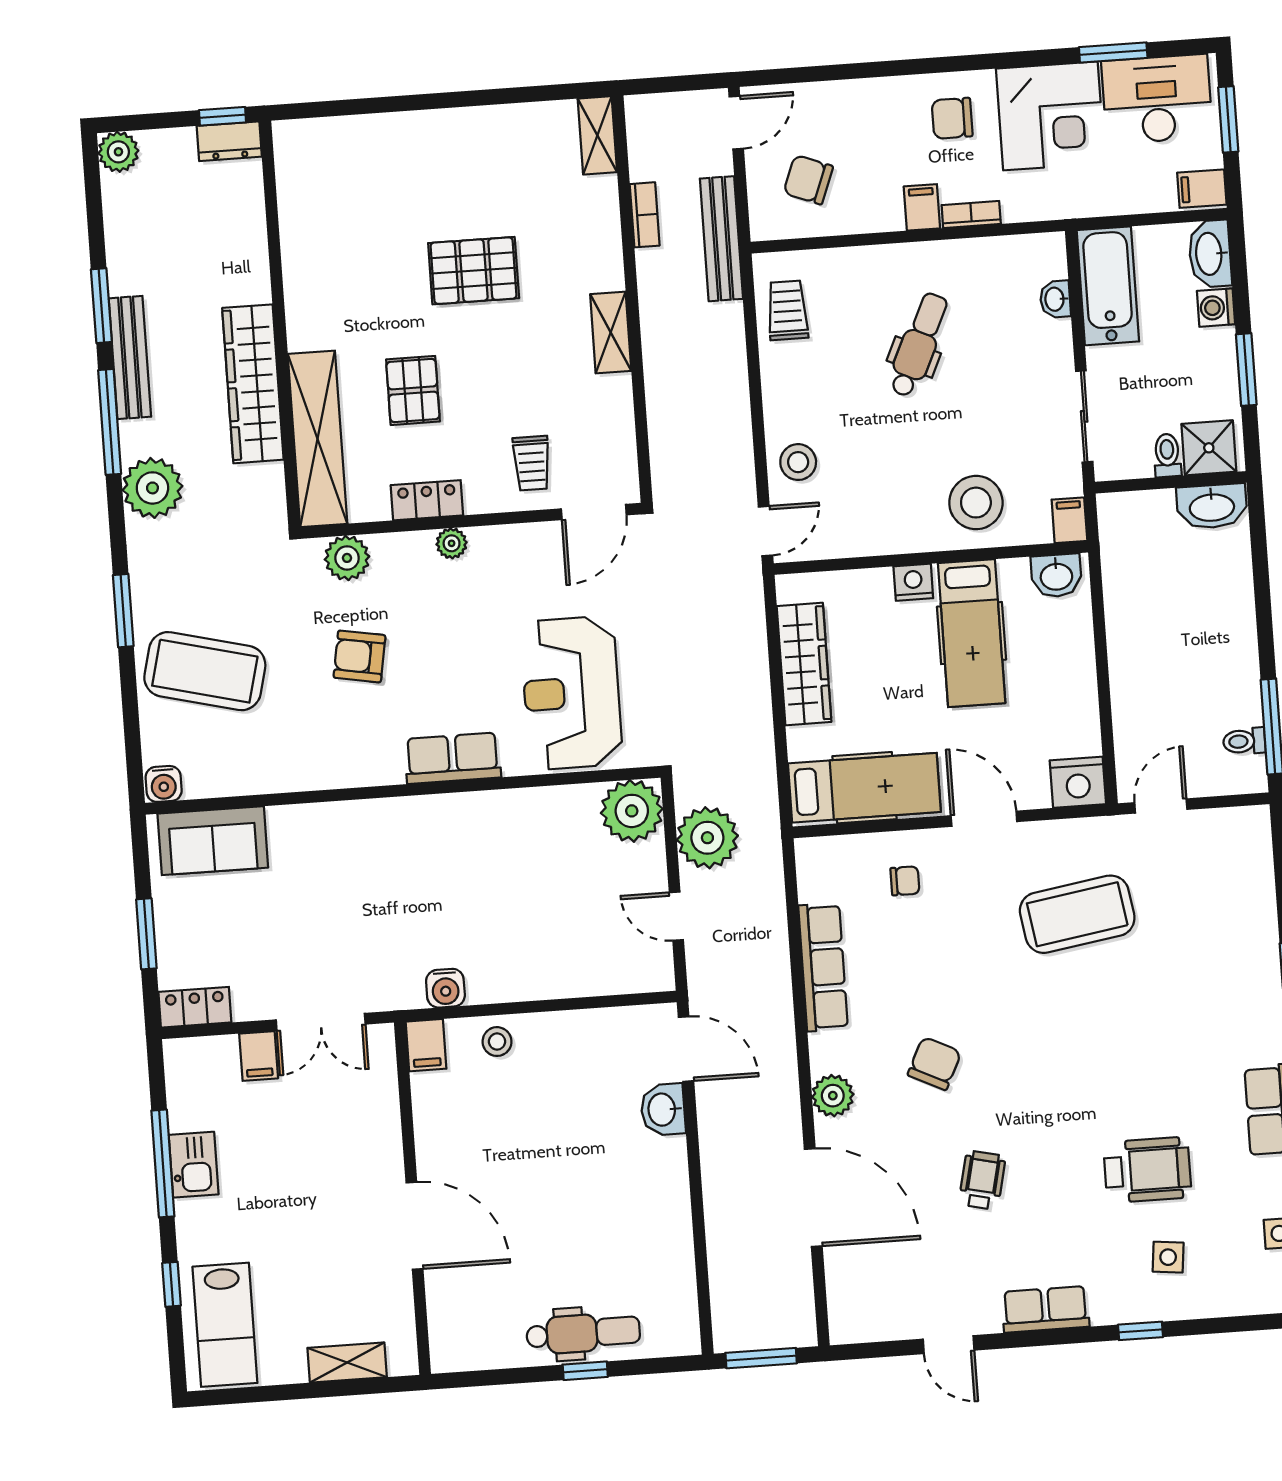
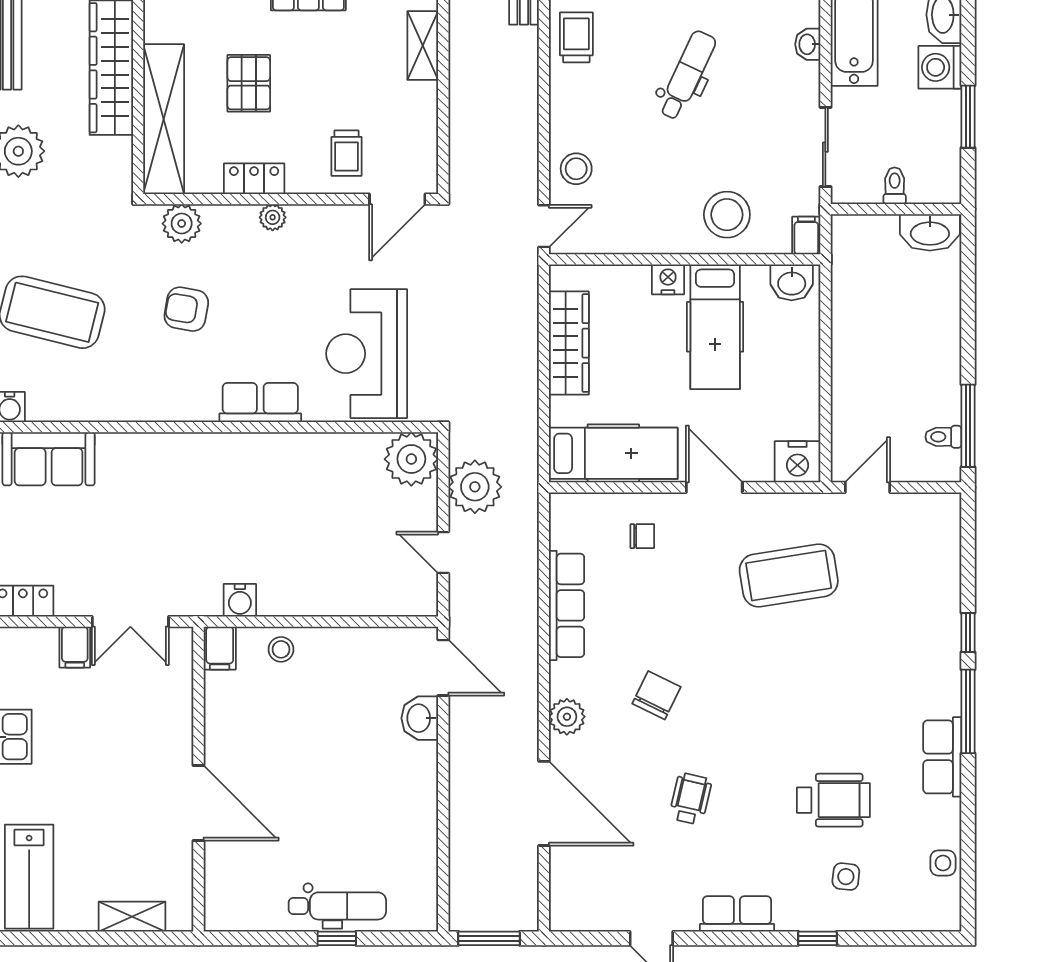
washing machine: (1216, 308) -> (940, 67), width x1.38, depth x1.38
shower: (1209, 448) -> (931, 182), removed

